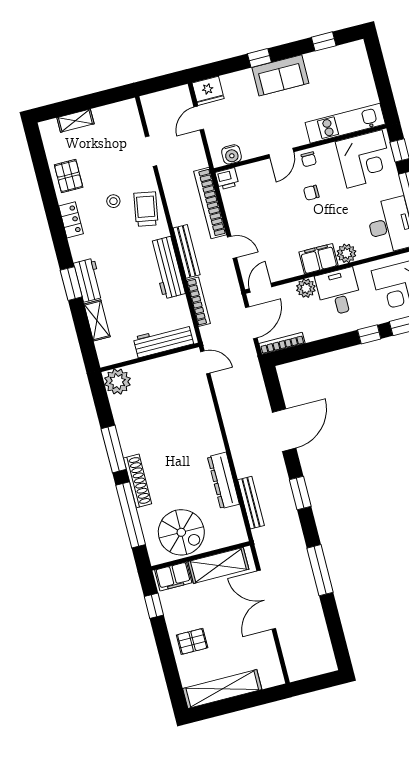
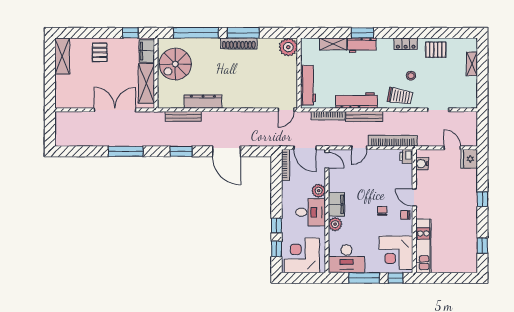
sofa: (280, 75) -> (467, 210), removed
shoe rack: (138, 481) -> (239, 43), moved
shelving: (222, 689) -> (62, 56), width x0.68

